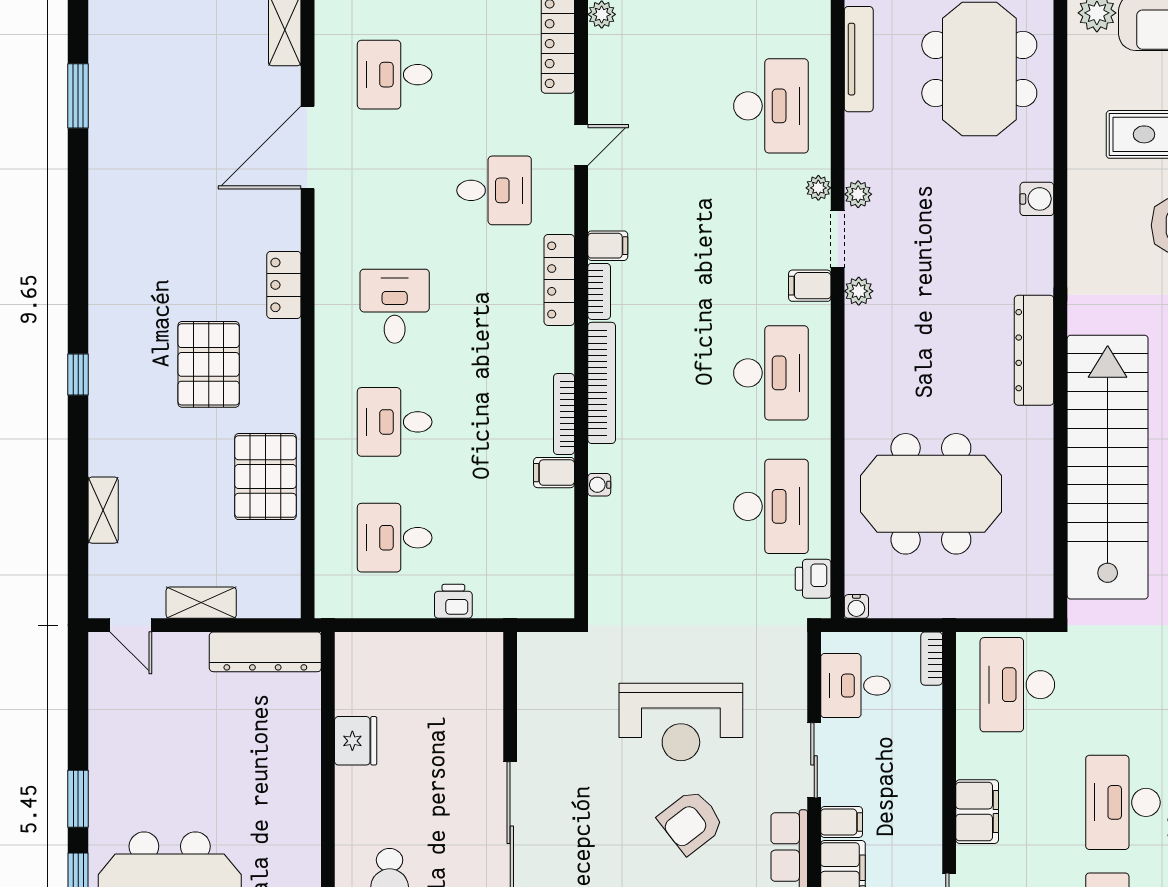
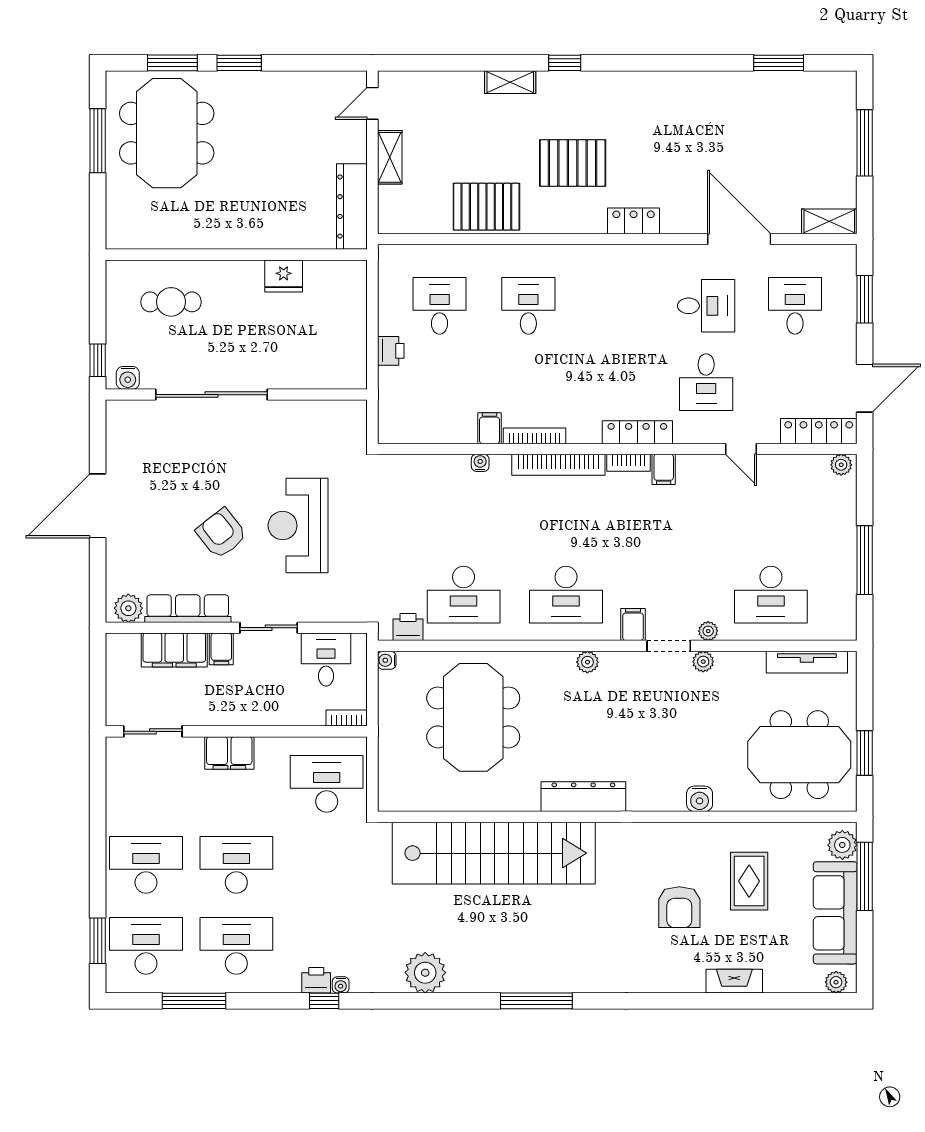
plant: (859, 291) -> (587, 662), moved
desk: (395, 306) -> (706, 306), moved
shelving: (103, 510) -> (510, 82), moved

